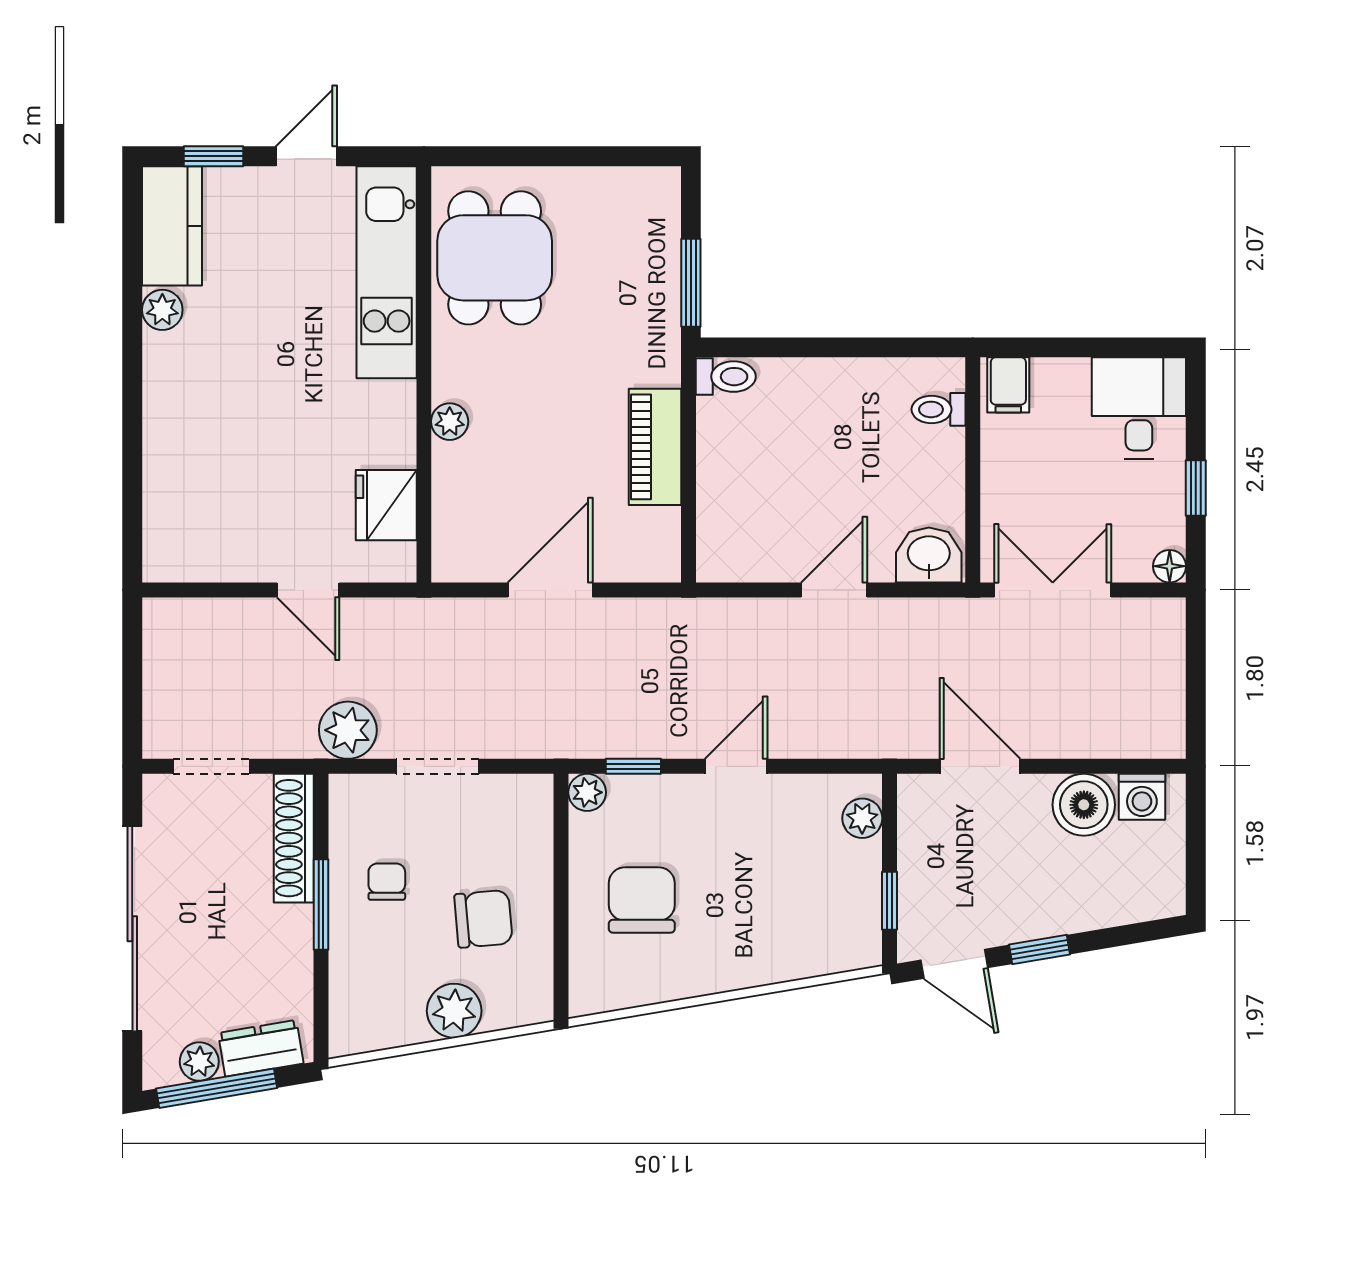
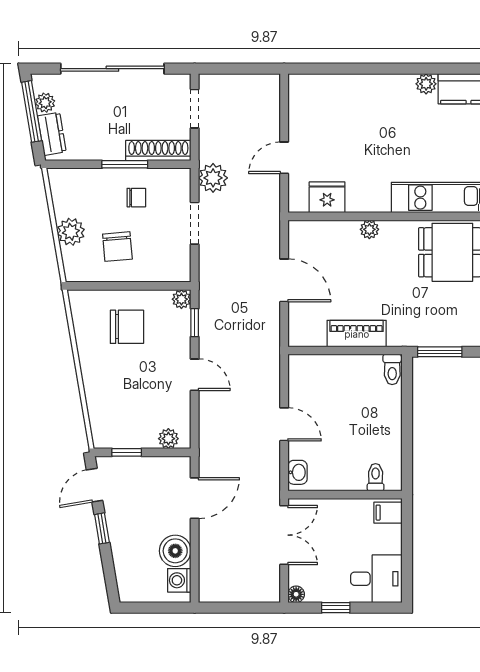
washbasin: (929, 555) -> (297, 472), width x0.72, depth x0.69

